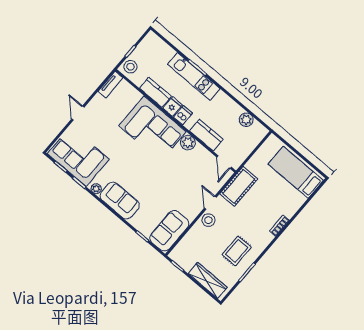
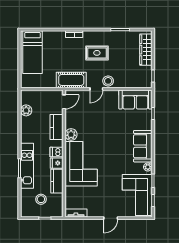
stool: (130, 67) -> (41, 199), moved
rug: (237, 251) -> (97, 53), moved

